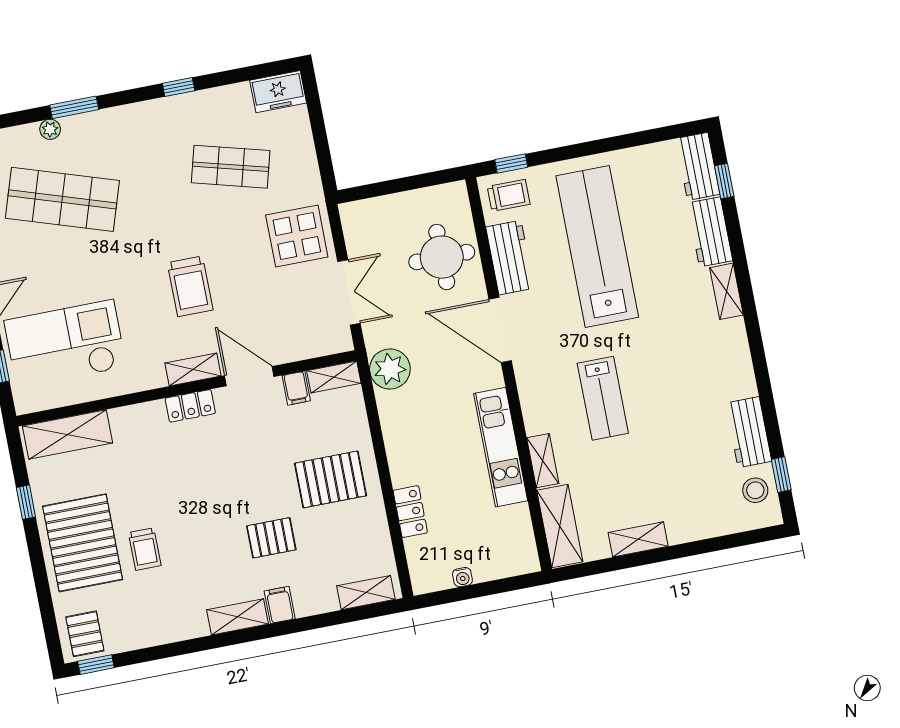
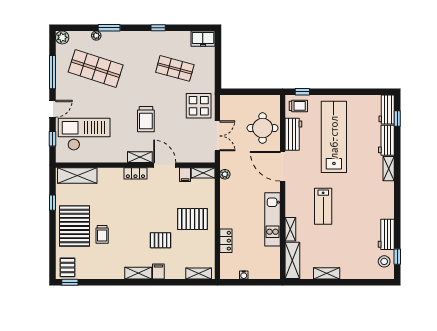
plant: (390, 369) -> (225, 174), width x0.53, depth x0.53

